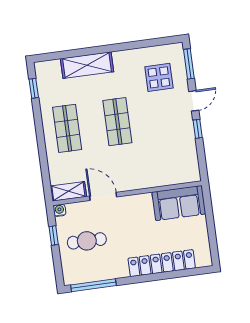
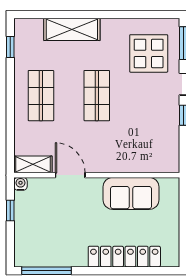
display table: (159, 77) -> (149, 53), width x1.36, depth x1.36
sofa: (179, 203) -> (131, 193), moved
cafe table: (87, 241) -> (46, 221), removed

